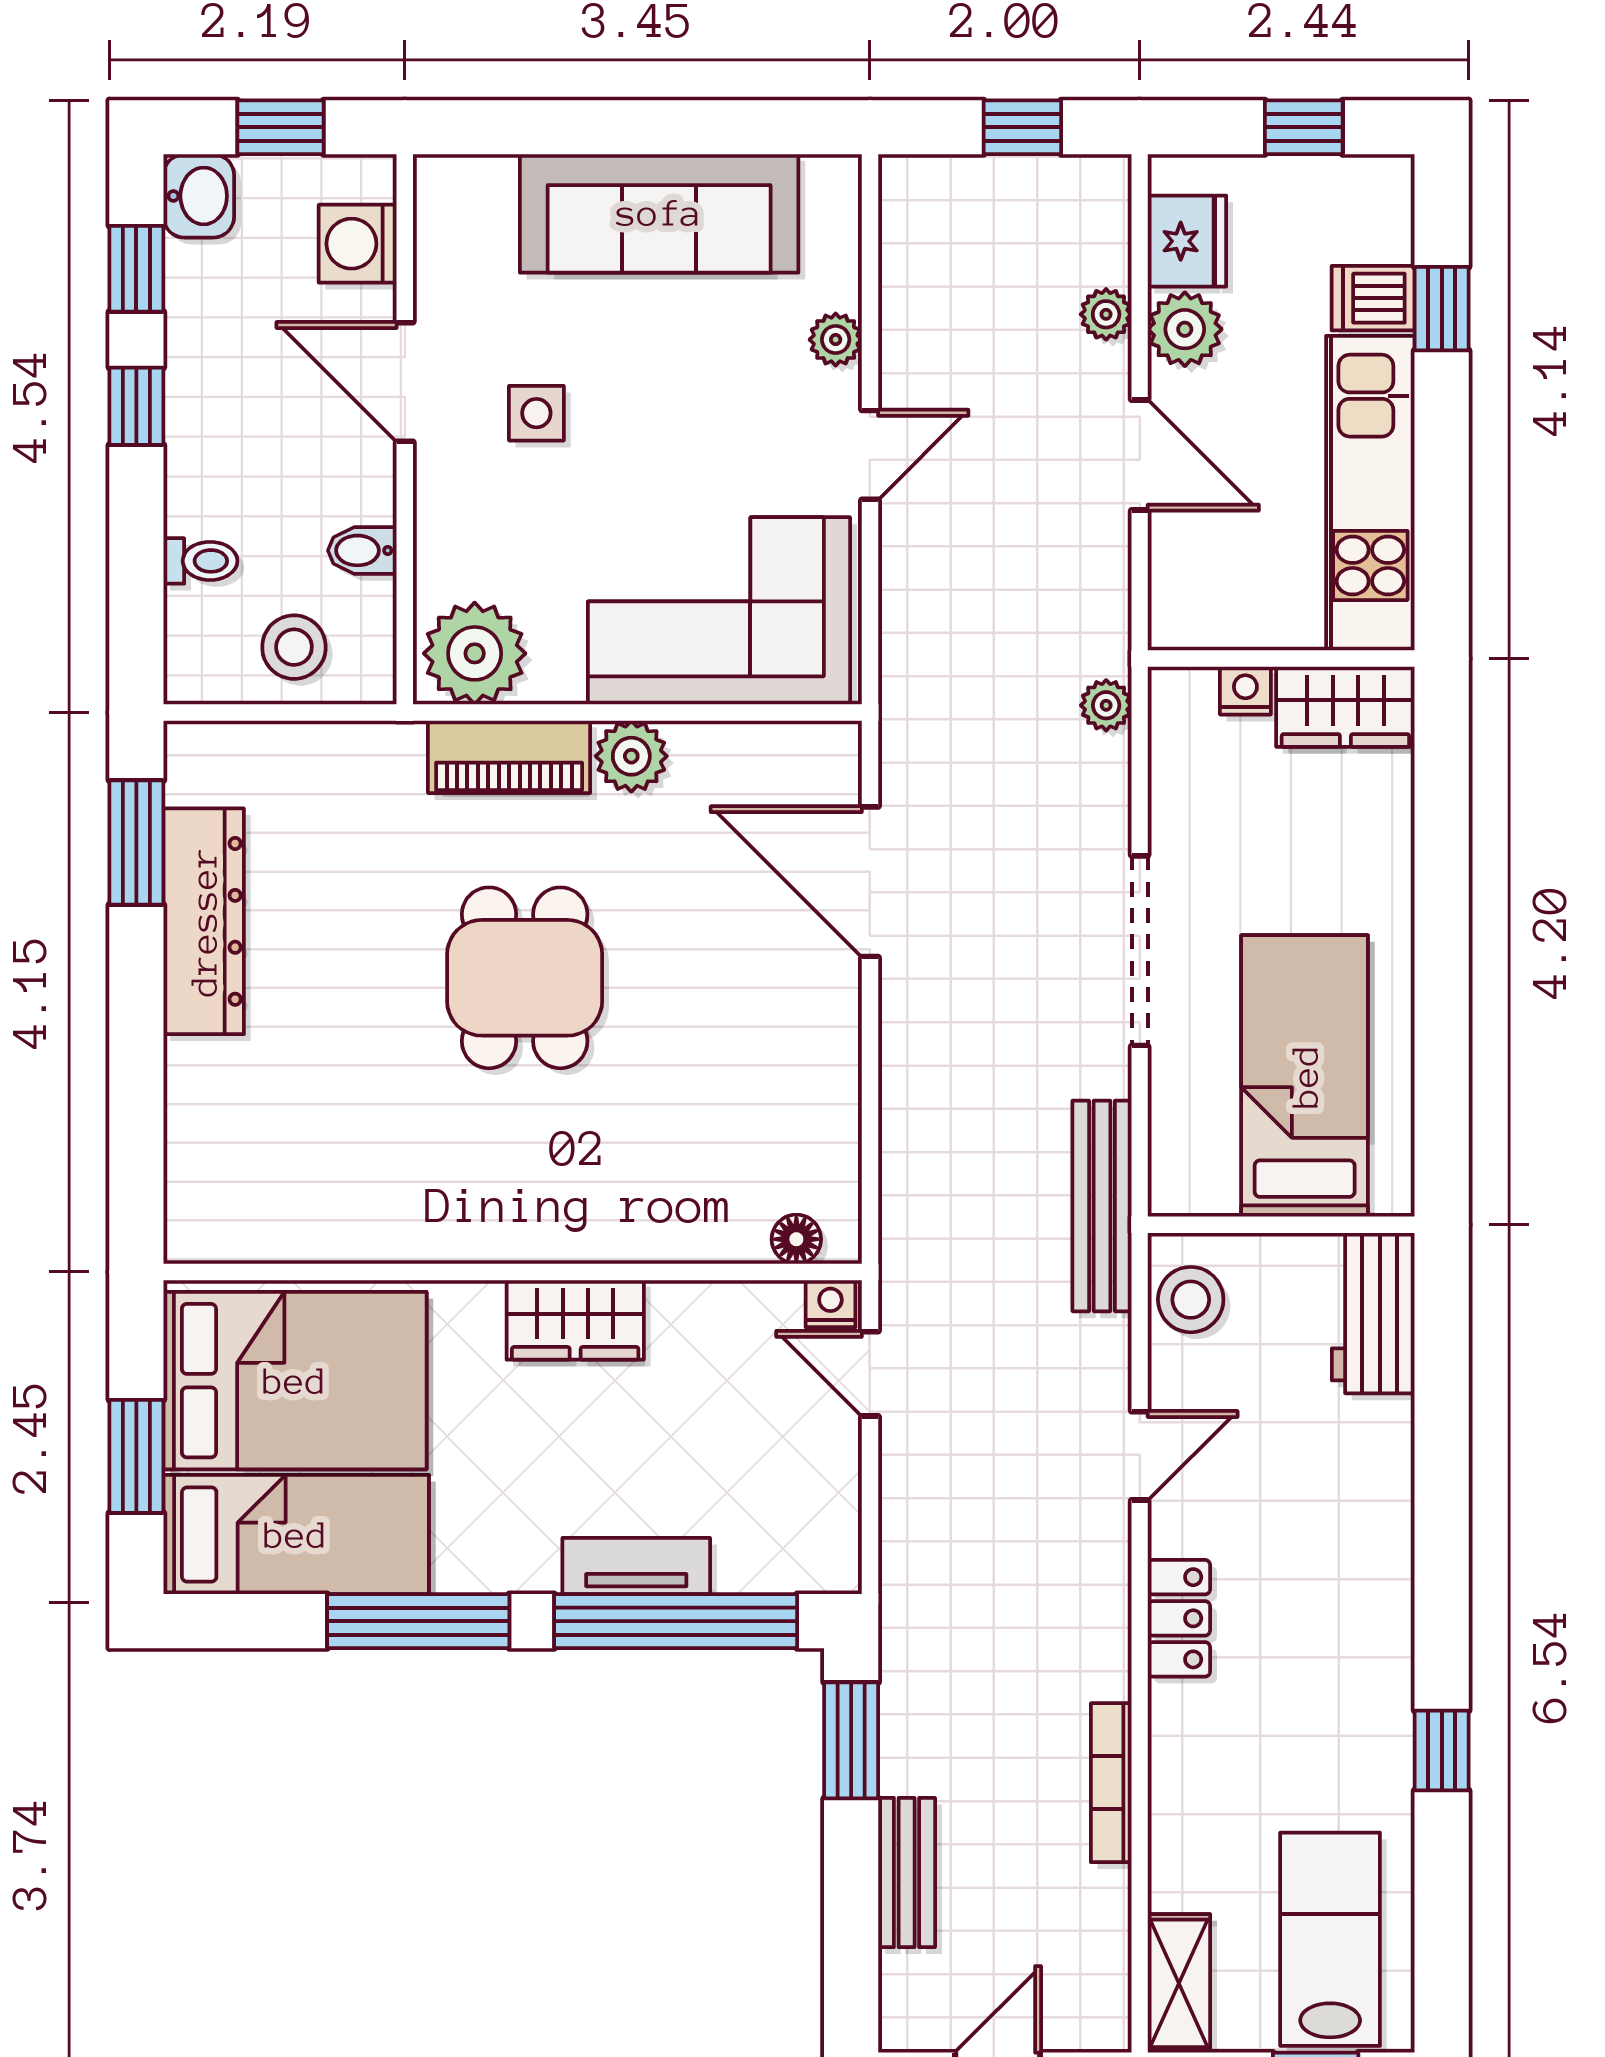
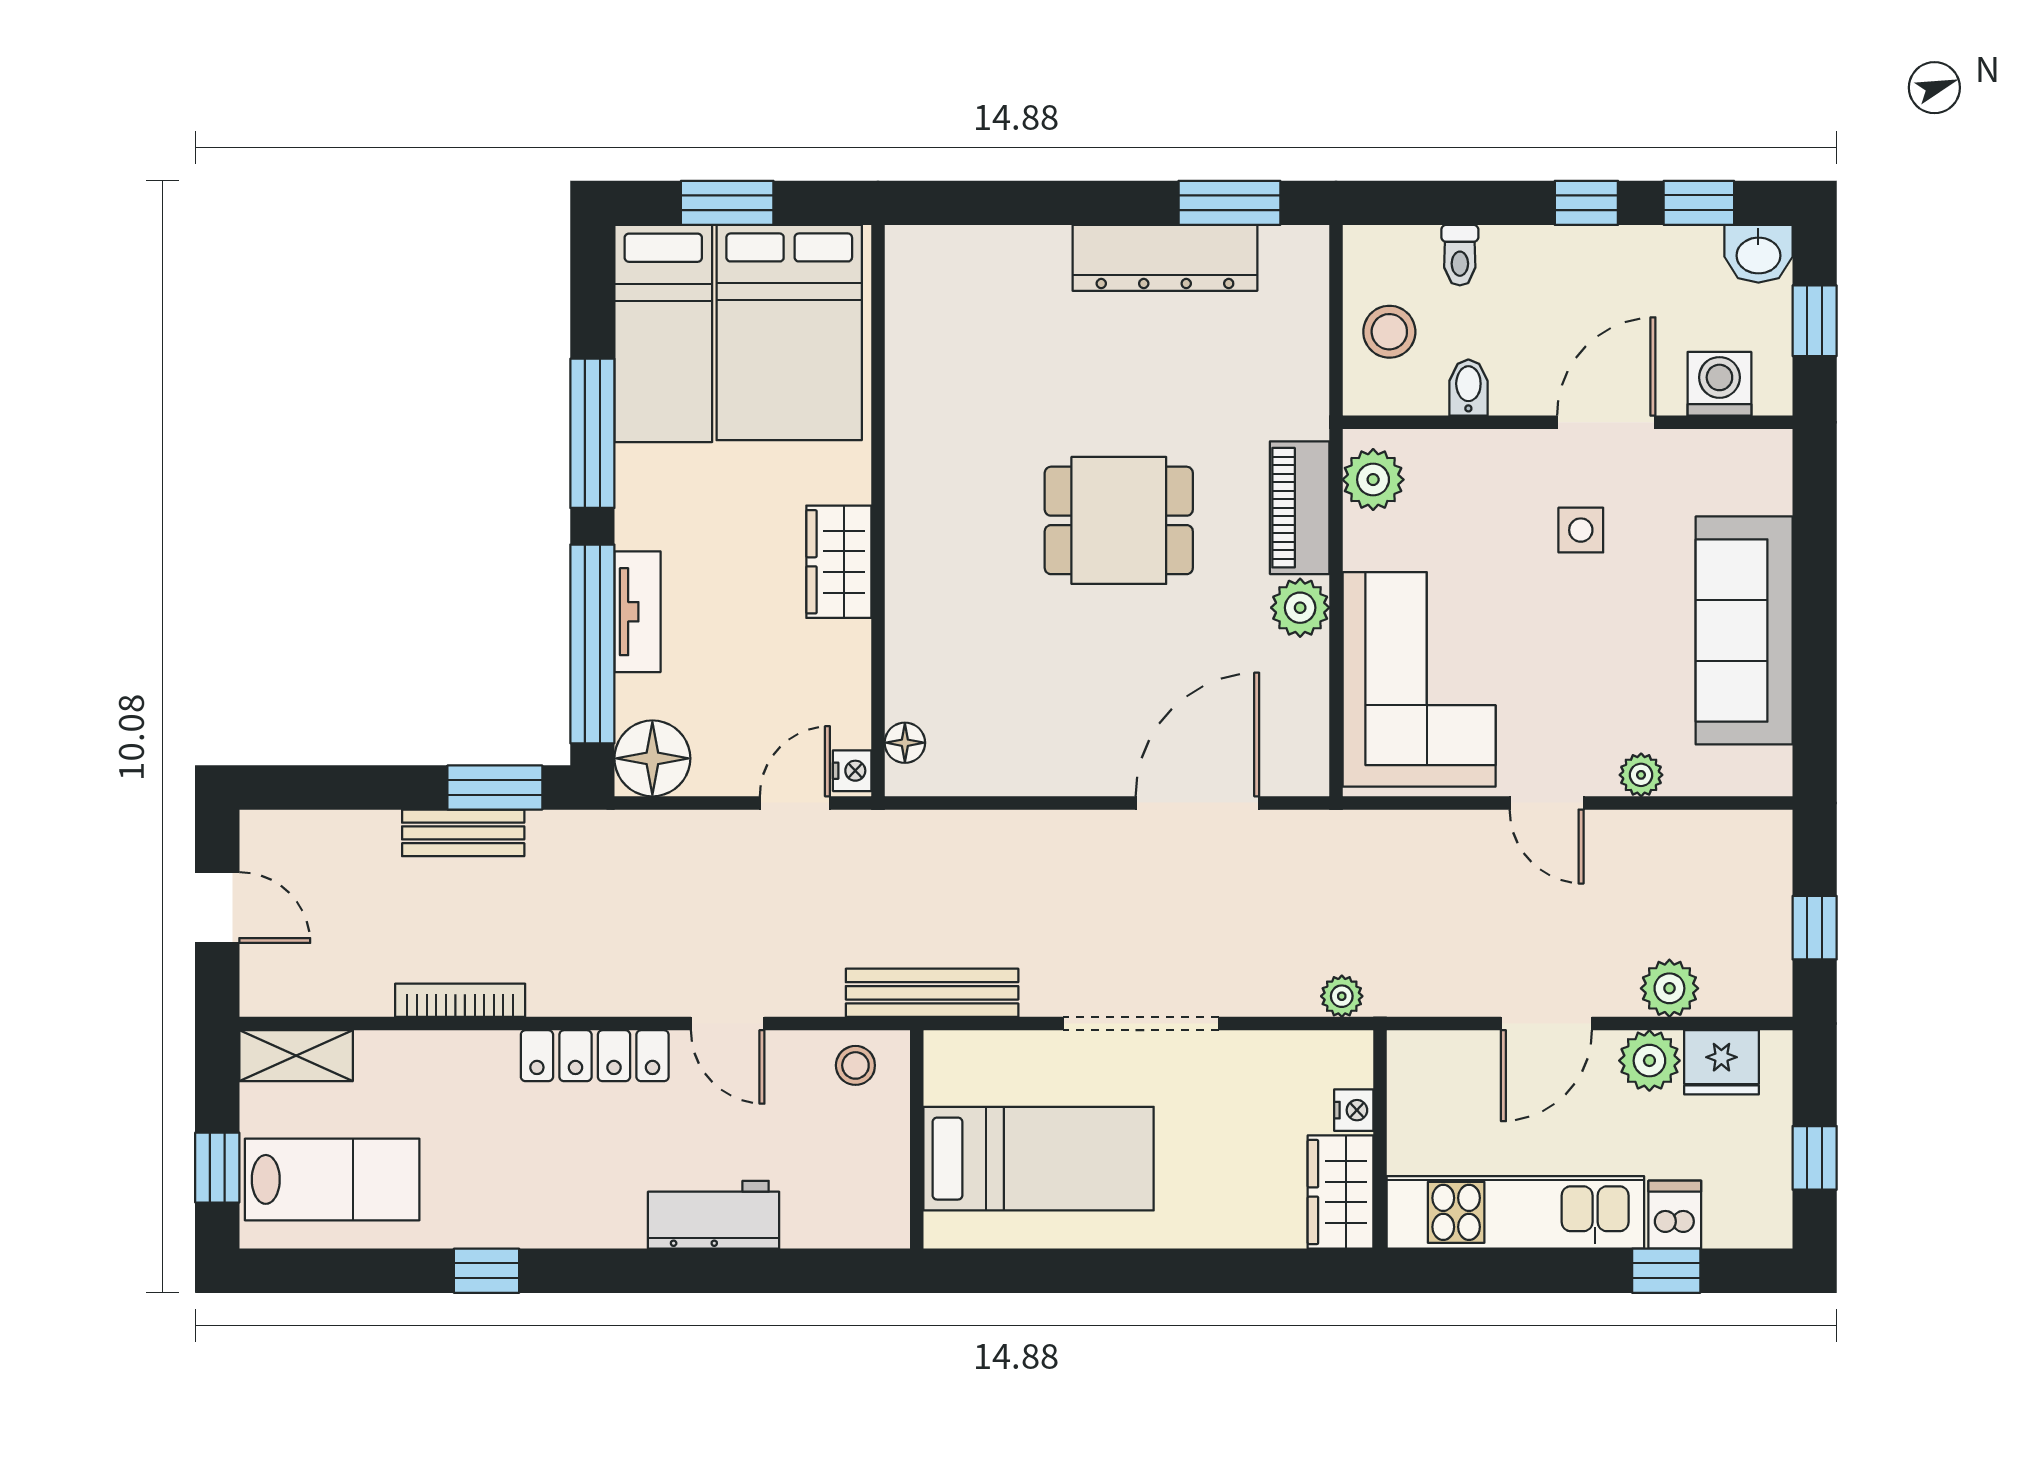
plant: (1106, 314) -> (1669, 988), width x1.38, depth x1.38
plant: (475, 653) -> (1373, 480), width x0.73, depth x0.73
stool: (1191, 1300) -> (855, 1065), width x0.73, depth x0.73
workbench: (1373, 1313) -> (714, 1215), moved
floor lamp: (815, 1548) -> (652, 758), added
locker: (1179, 1618) -> (595, 1056), width x1.53
bench: (907, 1872) -> (463, 833), moved

